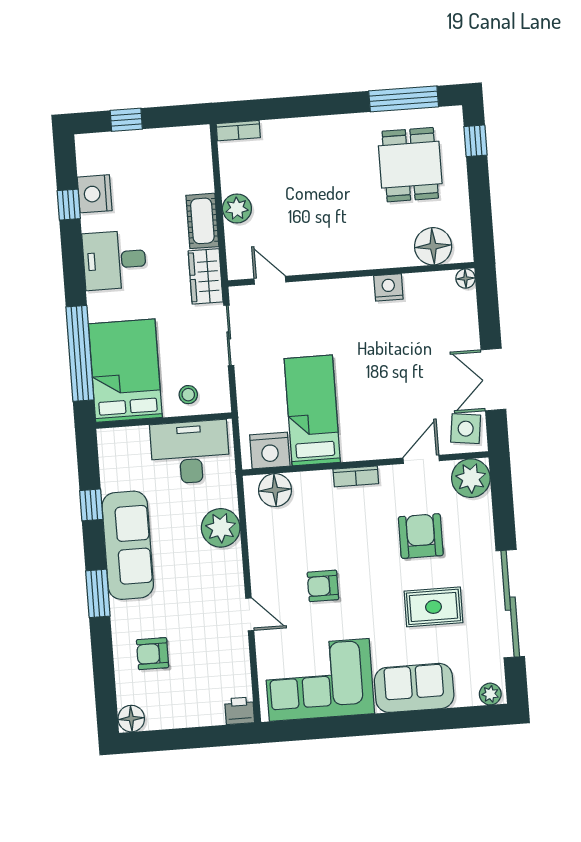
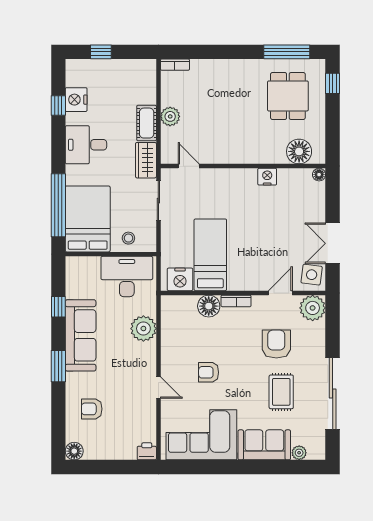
floor lamp: (275, 490) -> (209, 306), moved
rug: (433, 607) -> (281, 392), turned 90
plant: (490, 694) -> (299, 453), moved

